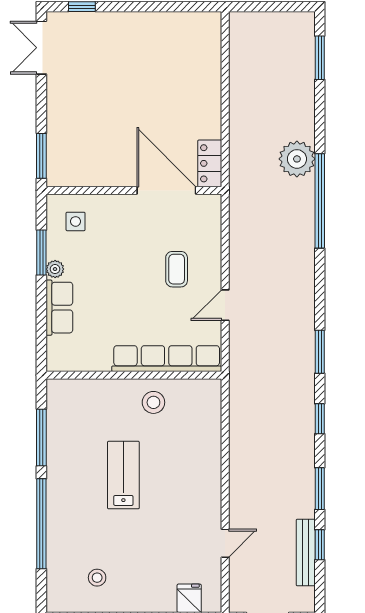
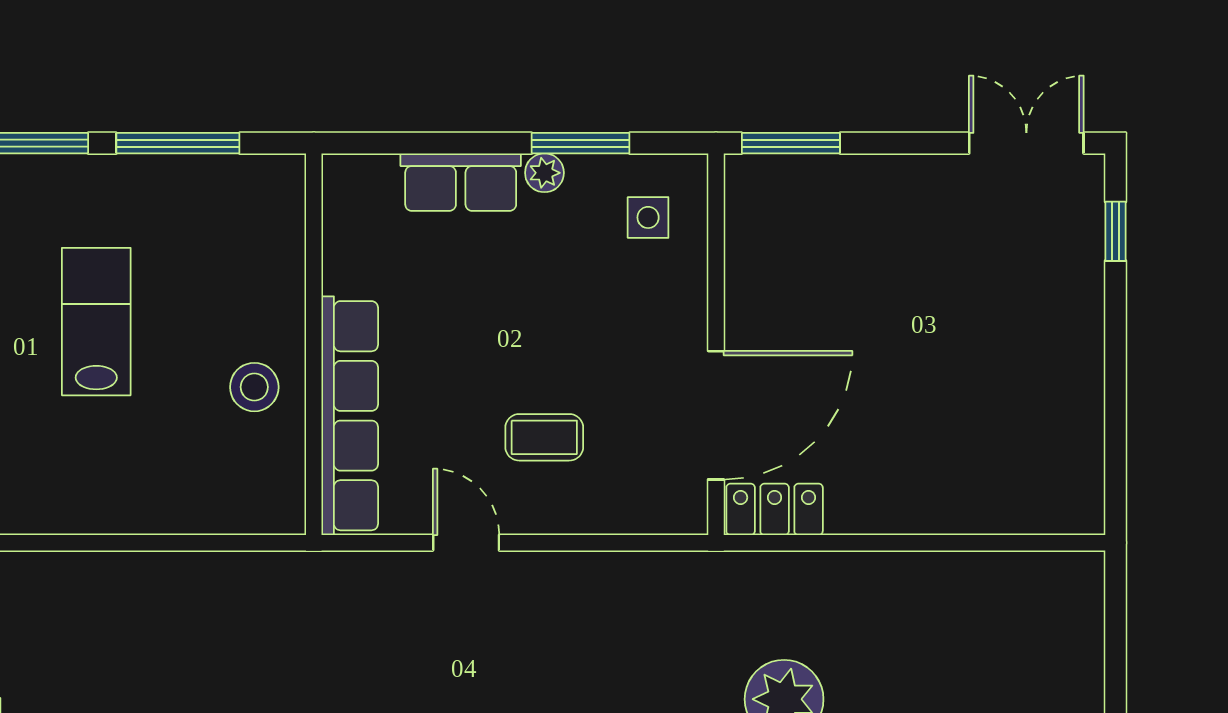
lab bench: (123, 475) -> (96, 322), turned -90

